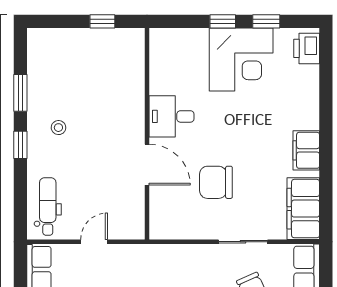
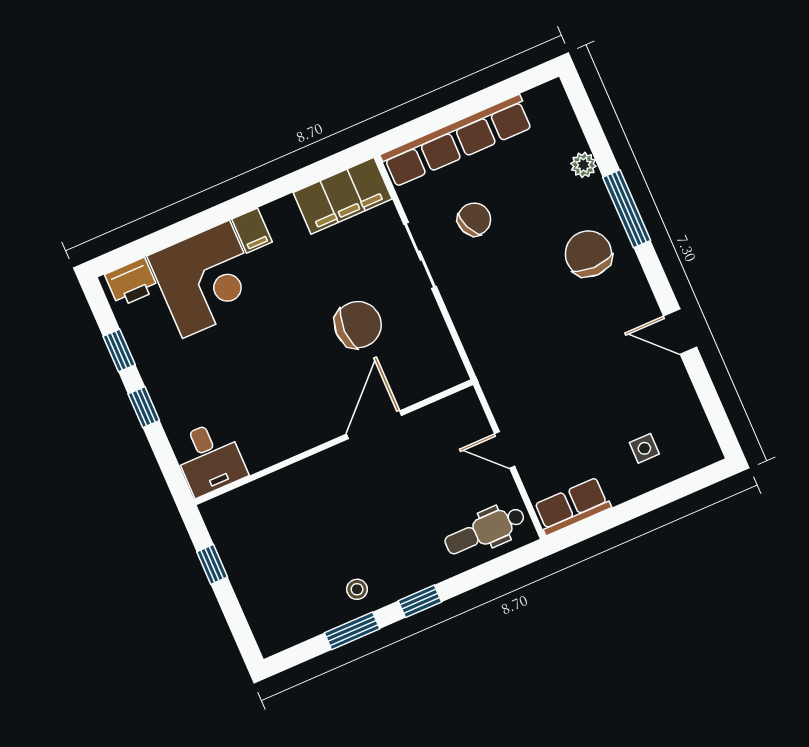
corner desk: (241, 60) -> (206, 279), moved, turned 90
desk: (172, 116) -> (210, 458), moved
stool: (58, 128) -> (357, 589), moved
filing cabinet: (306, 150) -> (252, 231), width x0.50
chair: (216, 182) -> (358, 325), turned -90

